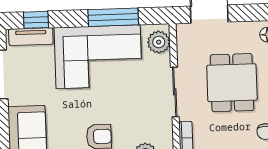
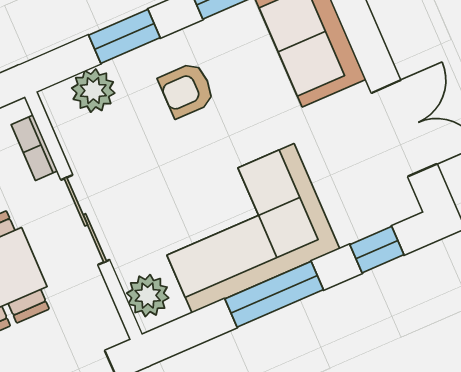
window: (113, 17) -> (274, 294), moved
tv unit: (31, 37) -> (374, 217), removed

